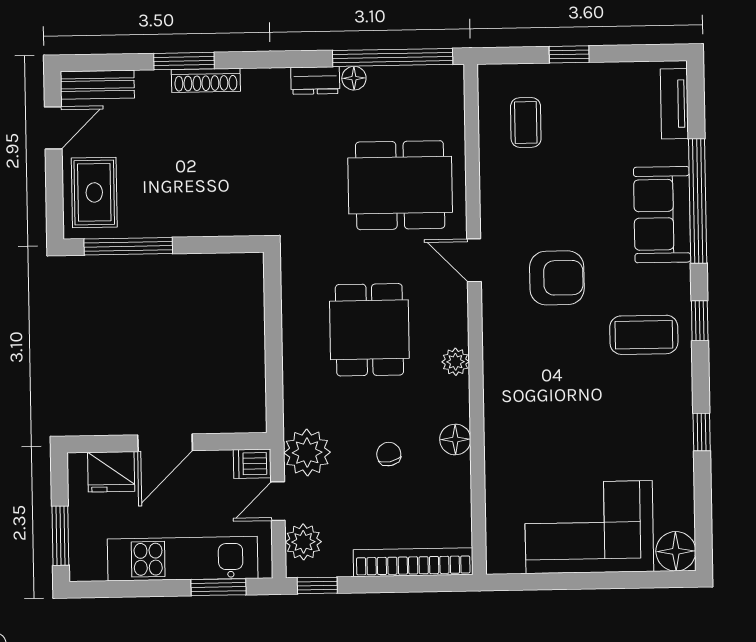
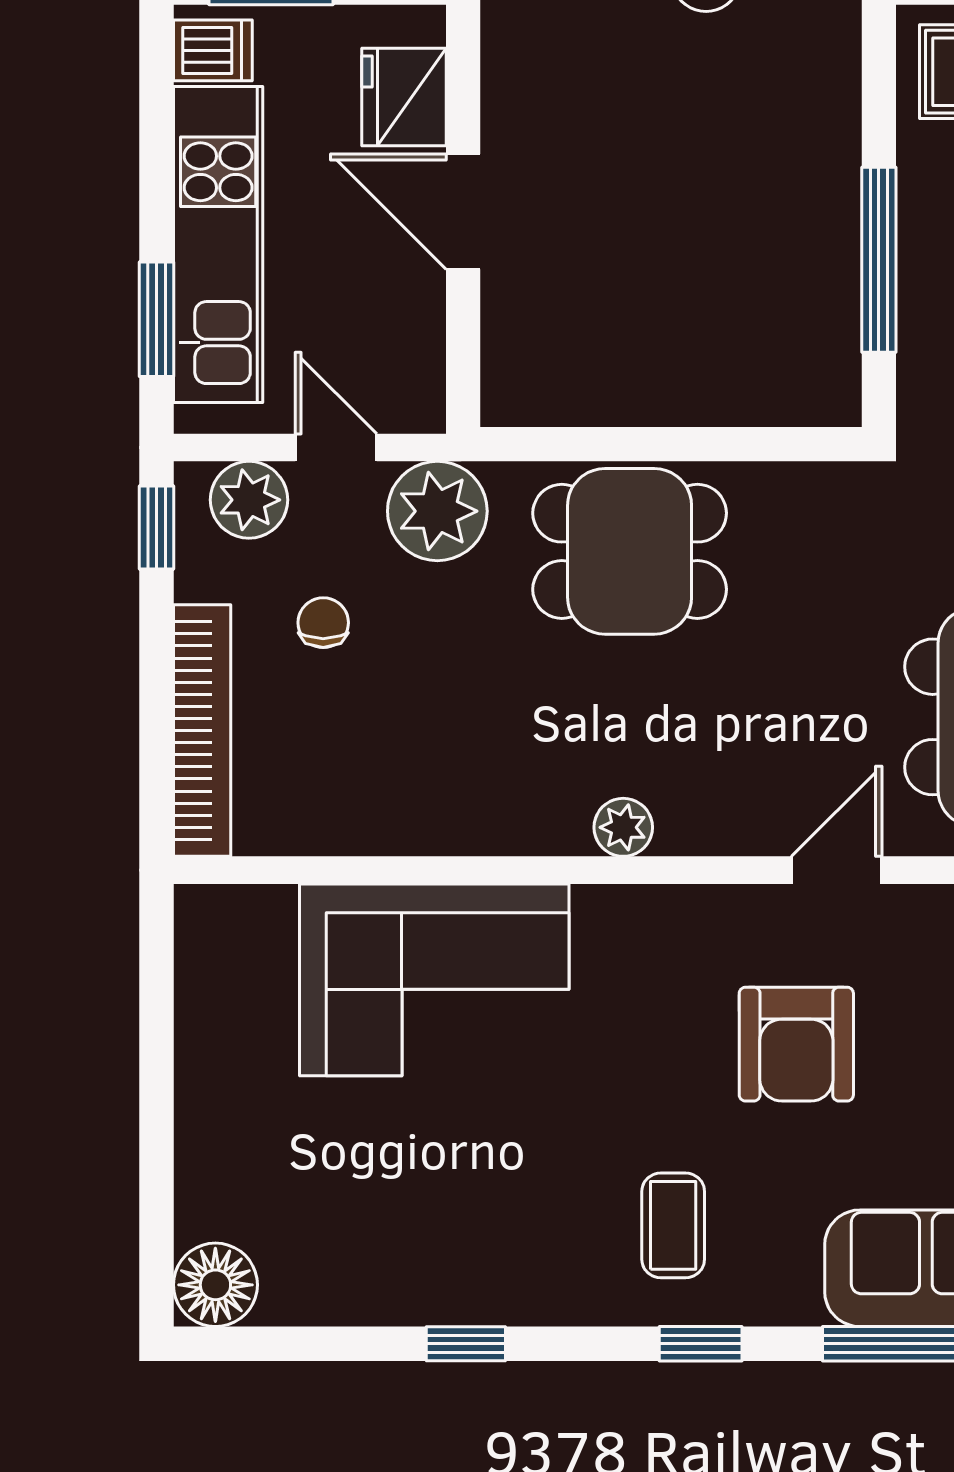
window: (128, 246) -> (879, 260), moved
dining table: (369, 330) -> (630, 551), moved
coffee table: (644, 335) -> (673, 1225), width x0.73, depth x0.77
floor lamp: (455, 439) -> (459, 824), removed
chair: (389, 454) -> (323, 623), moved, turned -79
dishwasher: (252, 464) -> (213, 50), moved, turned 90
corner sofa: (589, 527) -> (434, 980), moved, turned 90

